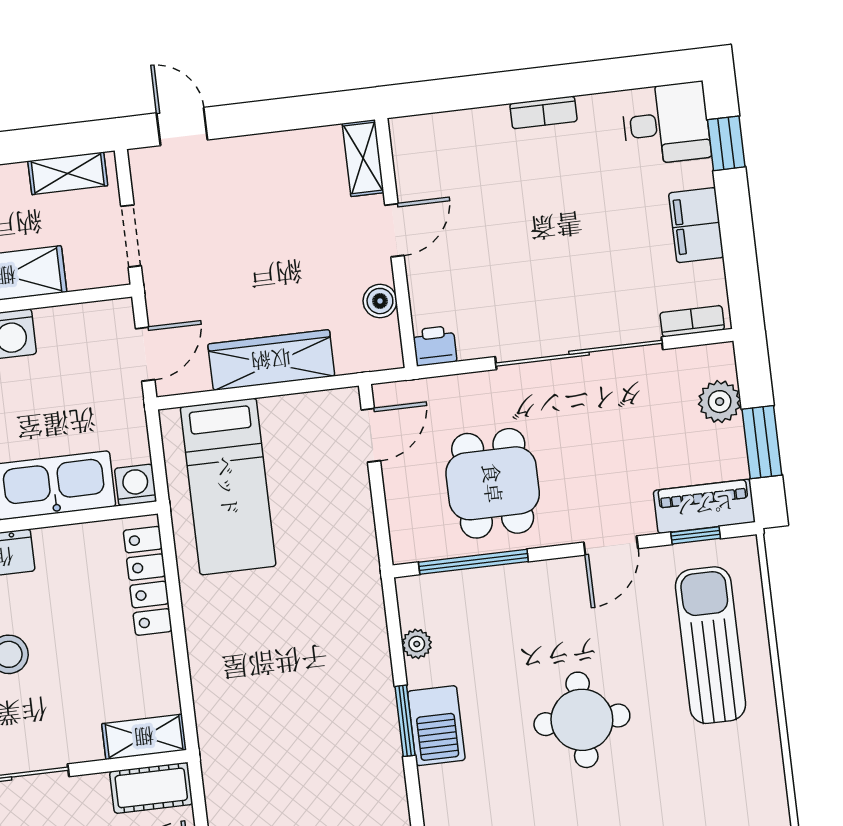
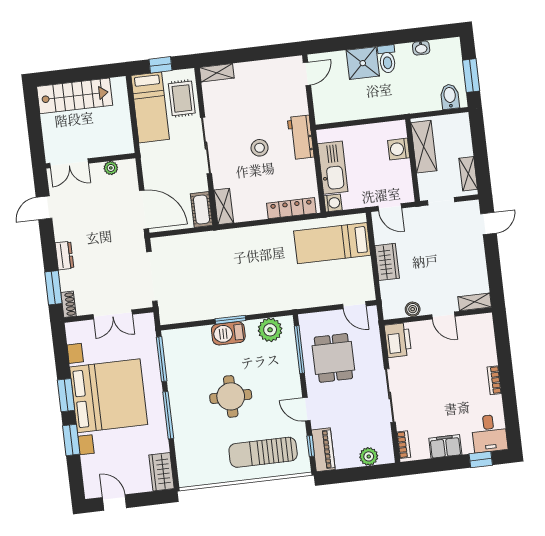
printer: (435, 346) -> (398, 340), width x1.87, depth x1.48
sliding door: (579, 353) -> (390, 395), width x0.73
wardrobe: (271, 360) -> (387, 262), width x0.67
window: (762, 442) -> (351, 475), removed
dining table: (493, 483) -> (333, 358), turned 90
plant: (417, 644) -> (270, 330), width x1.87, depth x1.87
sun lounger: (710, 645) -> (263, 452), turned 180

